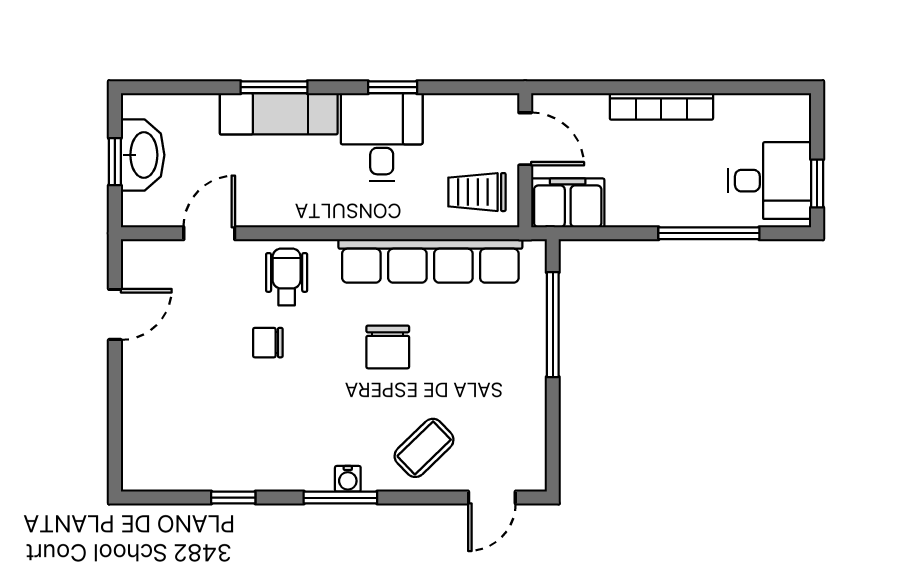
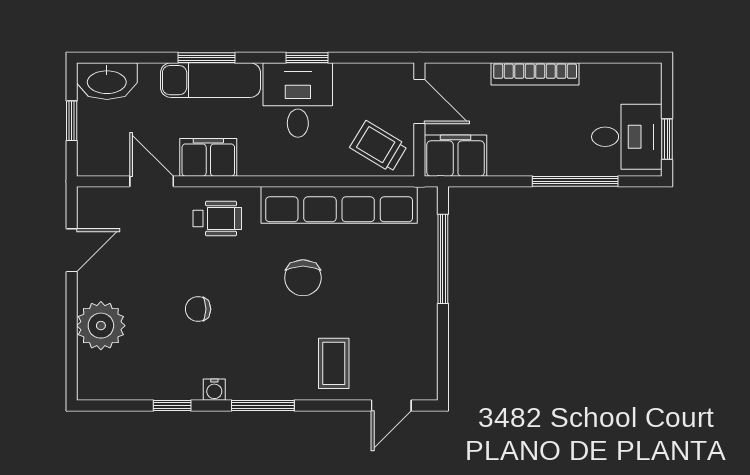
washbasin: (143, 155) -> (107, 81), moved, turned 90
trolley: (477, 192) -> (379, 146), turned 31
filing cabinet: (276, 205) -> (208, 157), added
door: (209, 233) -> (152, 181), hinge flipped
wheelchair: (287, 277) -> (217, 218), turned 90
chair: (268, 343) -> (198, 309), moved
plant: (149, 403) -> (101, 326), added
coffee table: (424, 448) -> (334, 363), turned -46
water cooler: (348, 479) -> (214, 390), moved

